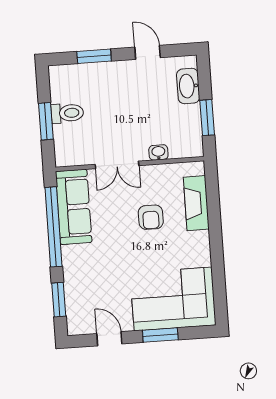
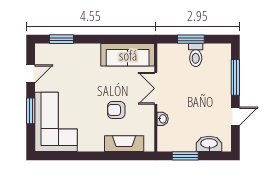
window: (94, 56) -> (235, 77), width x1.44
window: (53, 227) -> (114, 39), removed

